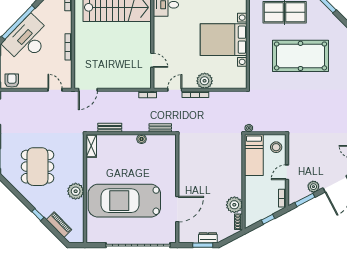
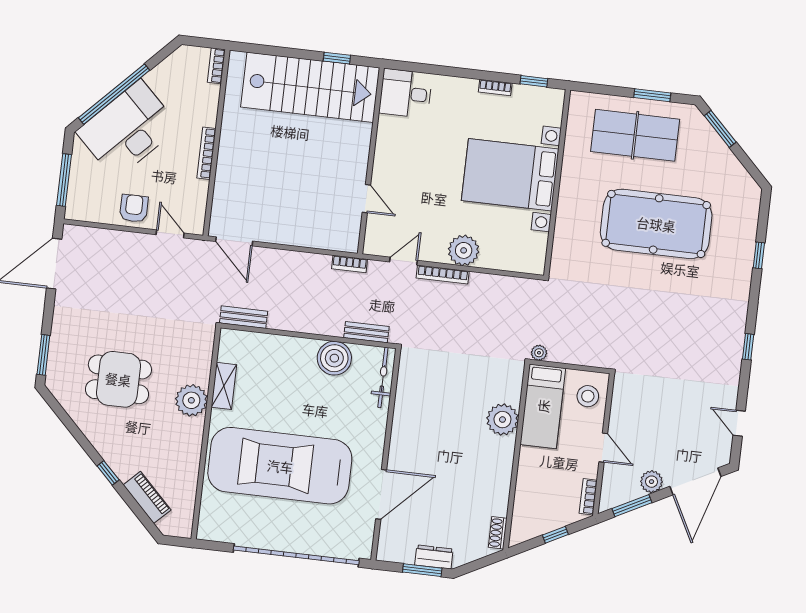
armchair: (12, 80) -> (134, 208), moved
door: (88, 90) -> (234, 241), hinge flipped
bench: (110, 128) -> (244, 317), moved
boiler: (142, 139) -> (334, 358), width x1.86, depth x1.86
shelving: (91, 146) -> (224, 386), moved
bicycle: (171, 150) -> (383, 377), added
dining table: (38, 167) -> (118, 379), width x0.73
door: (287, 172) -> (603, 448), swing flipped
plant: (76, 191) -> (191, 400), moved
plant: (234, 205) -> (502, 420), moved

